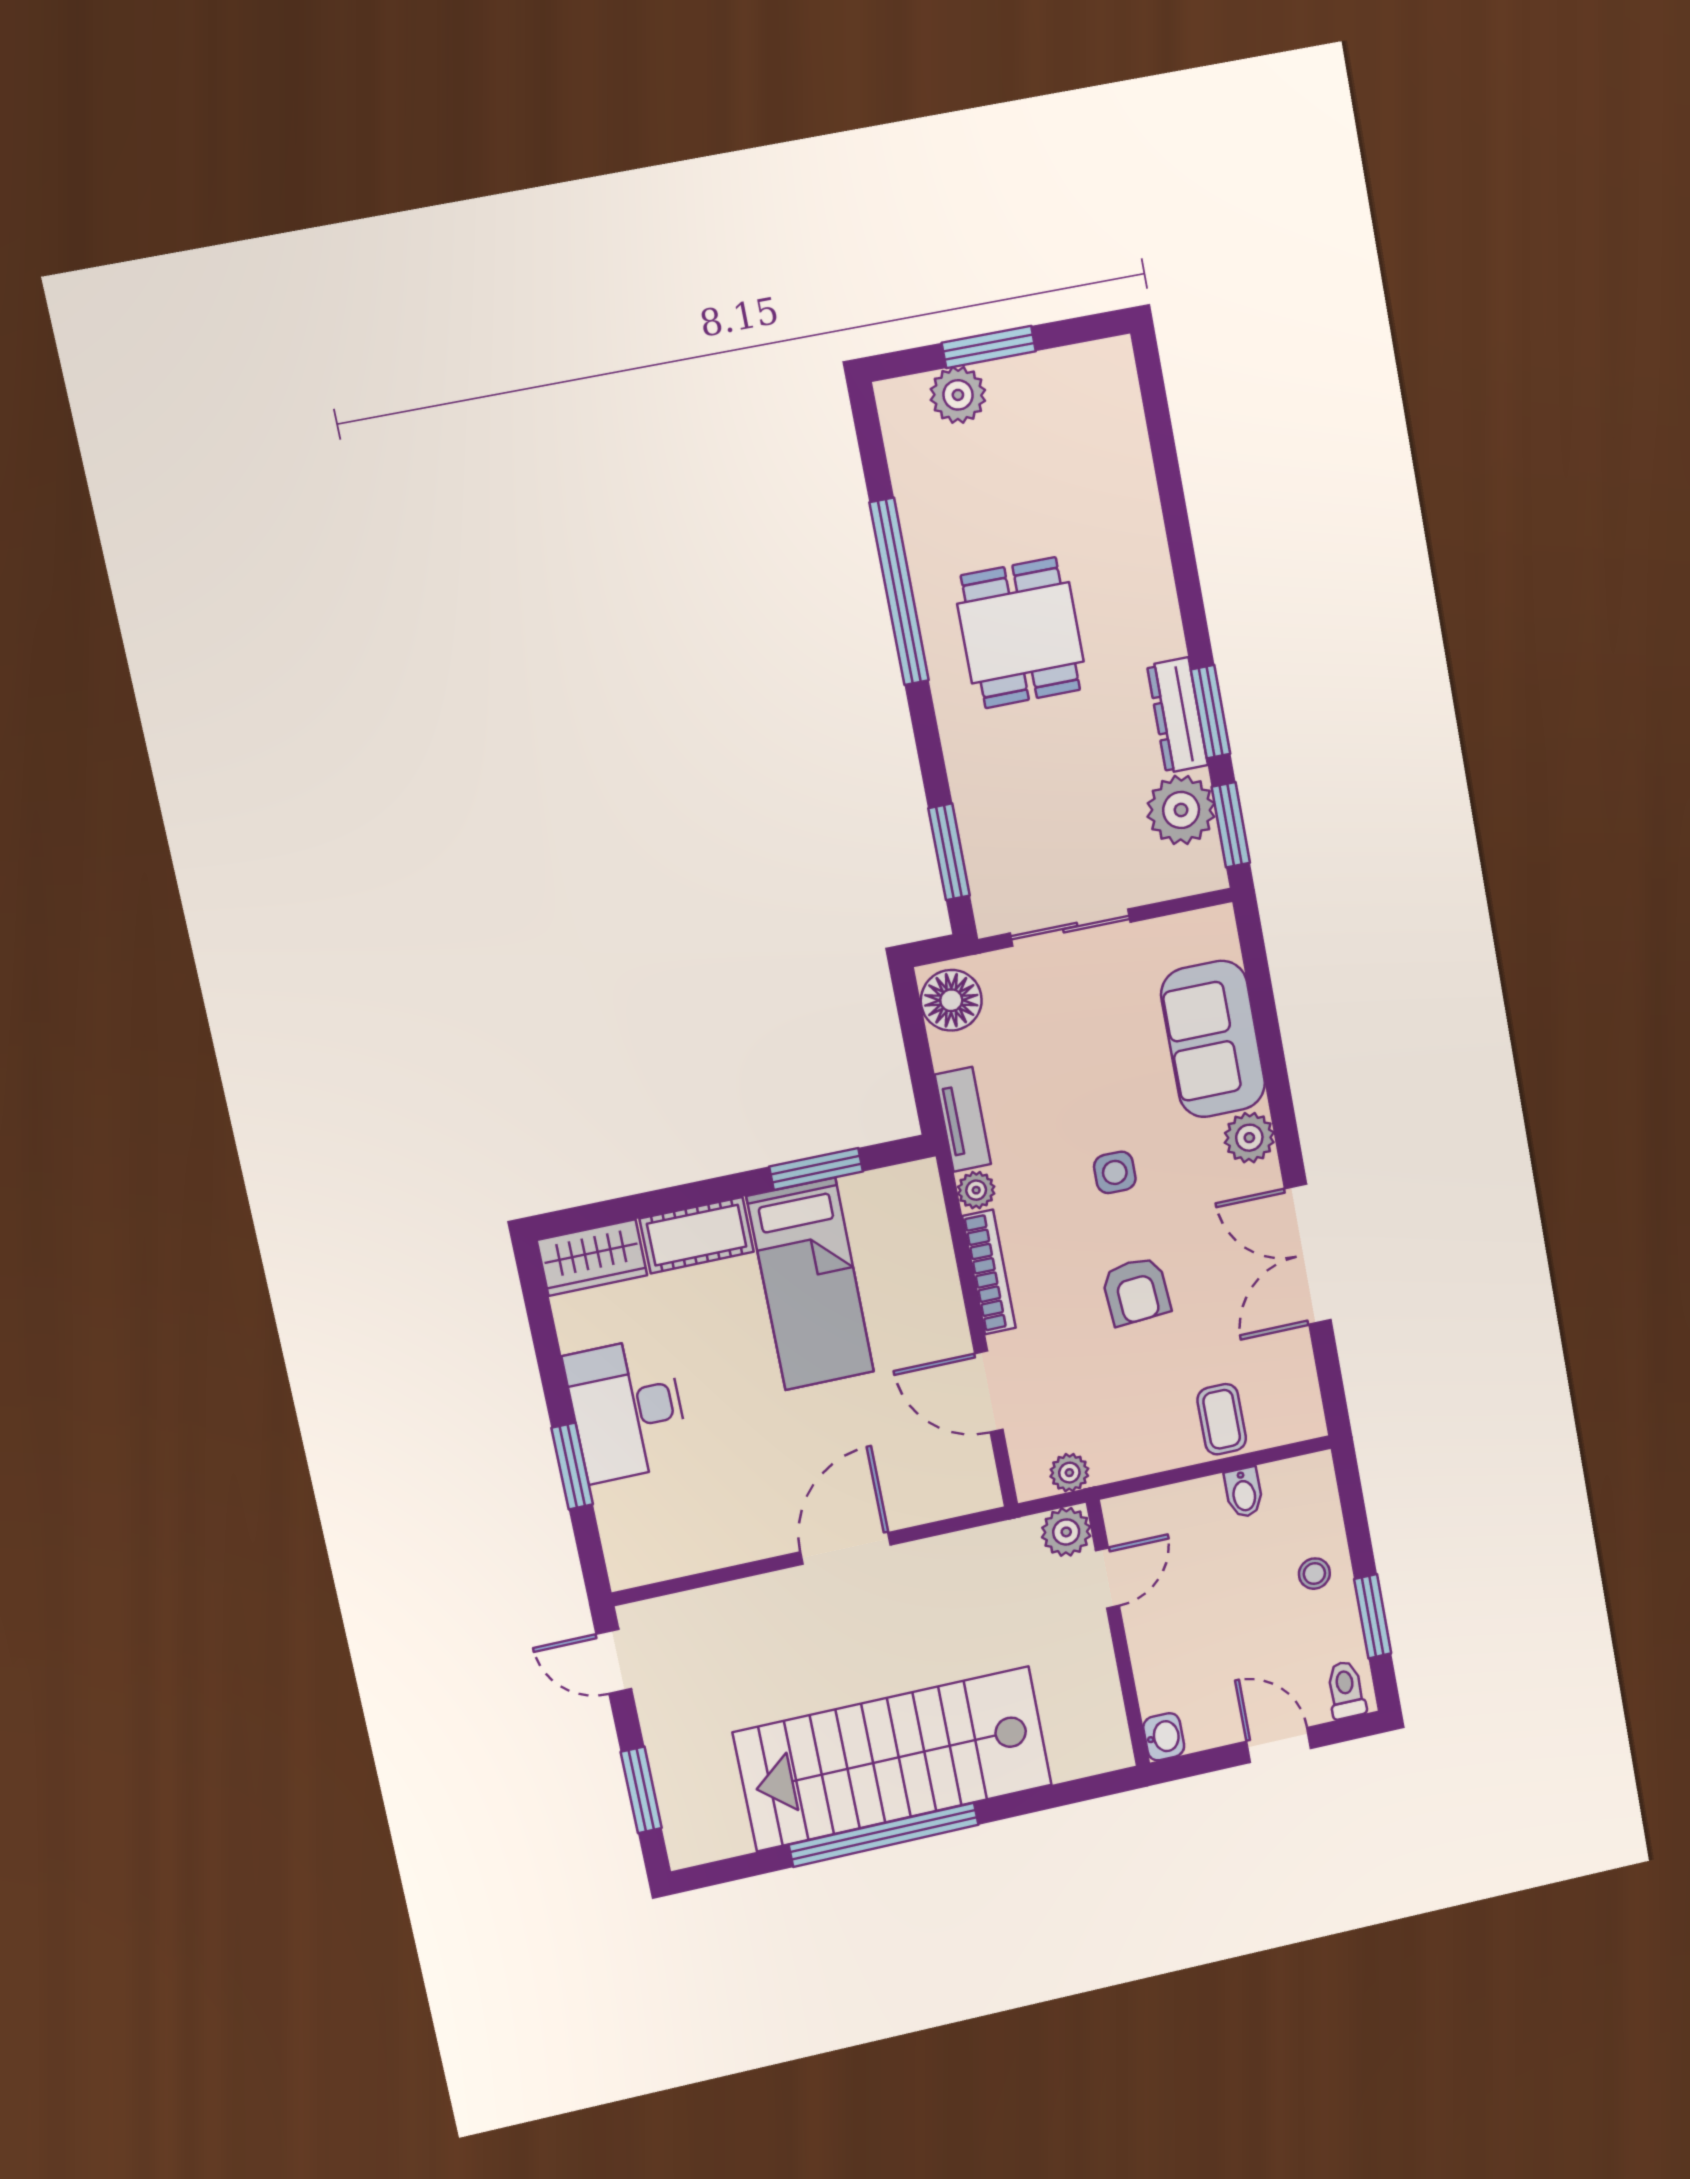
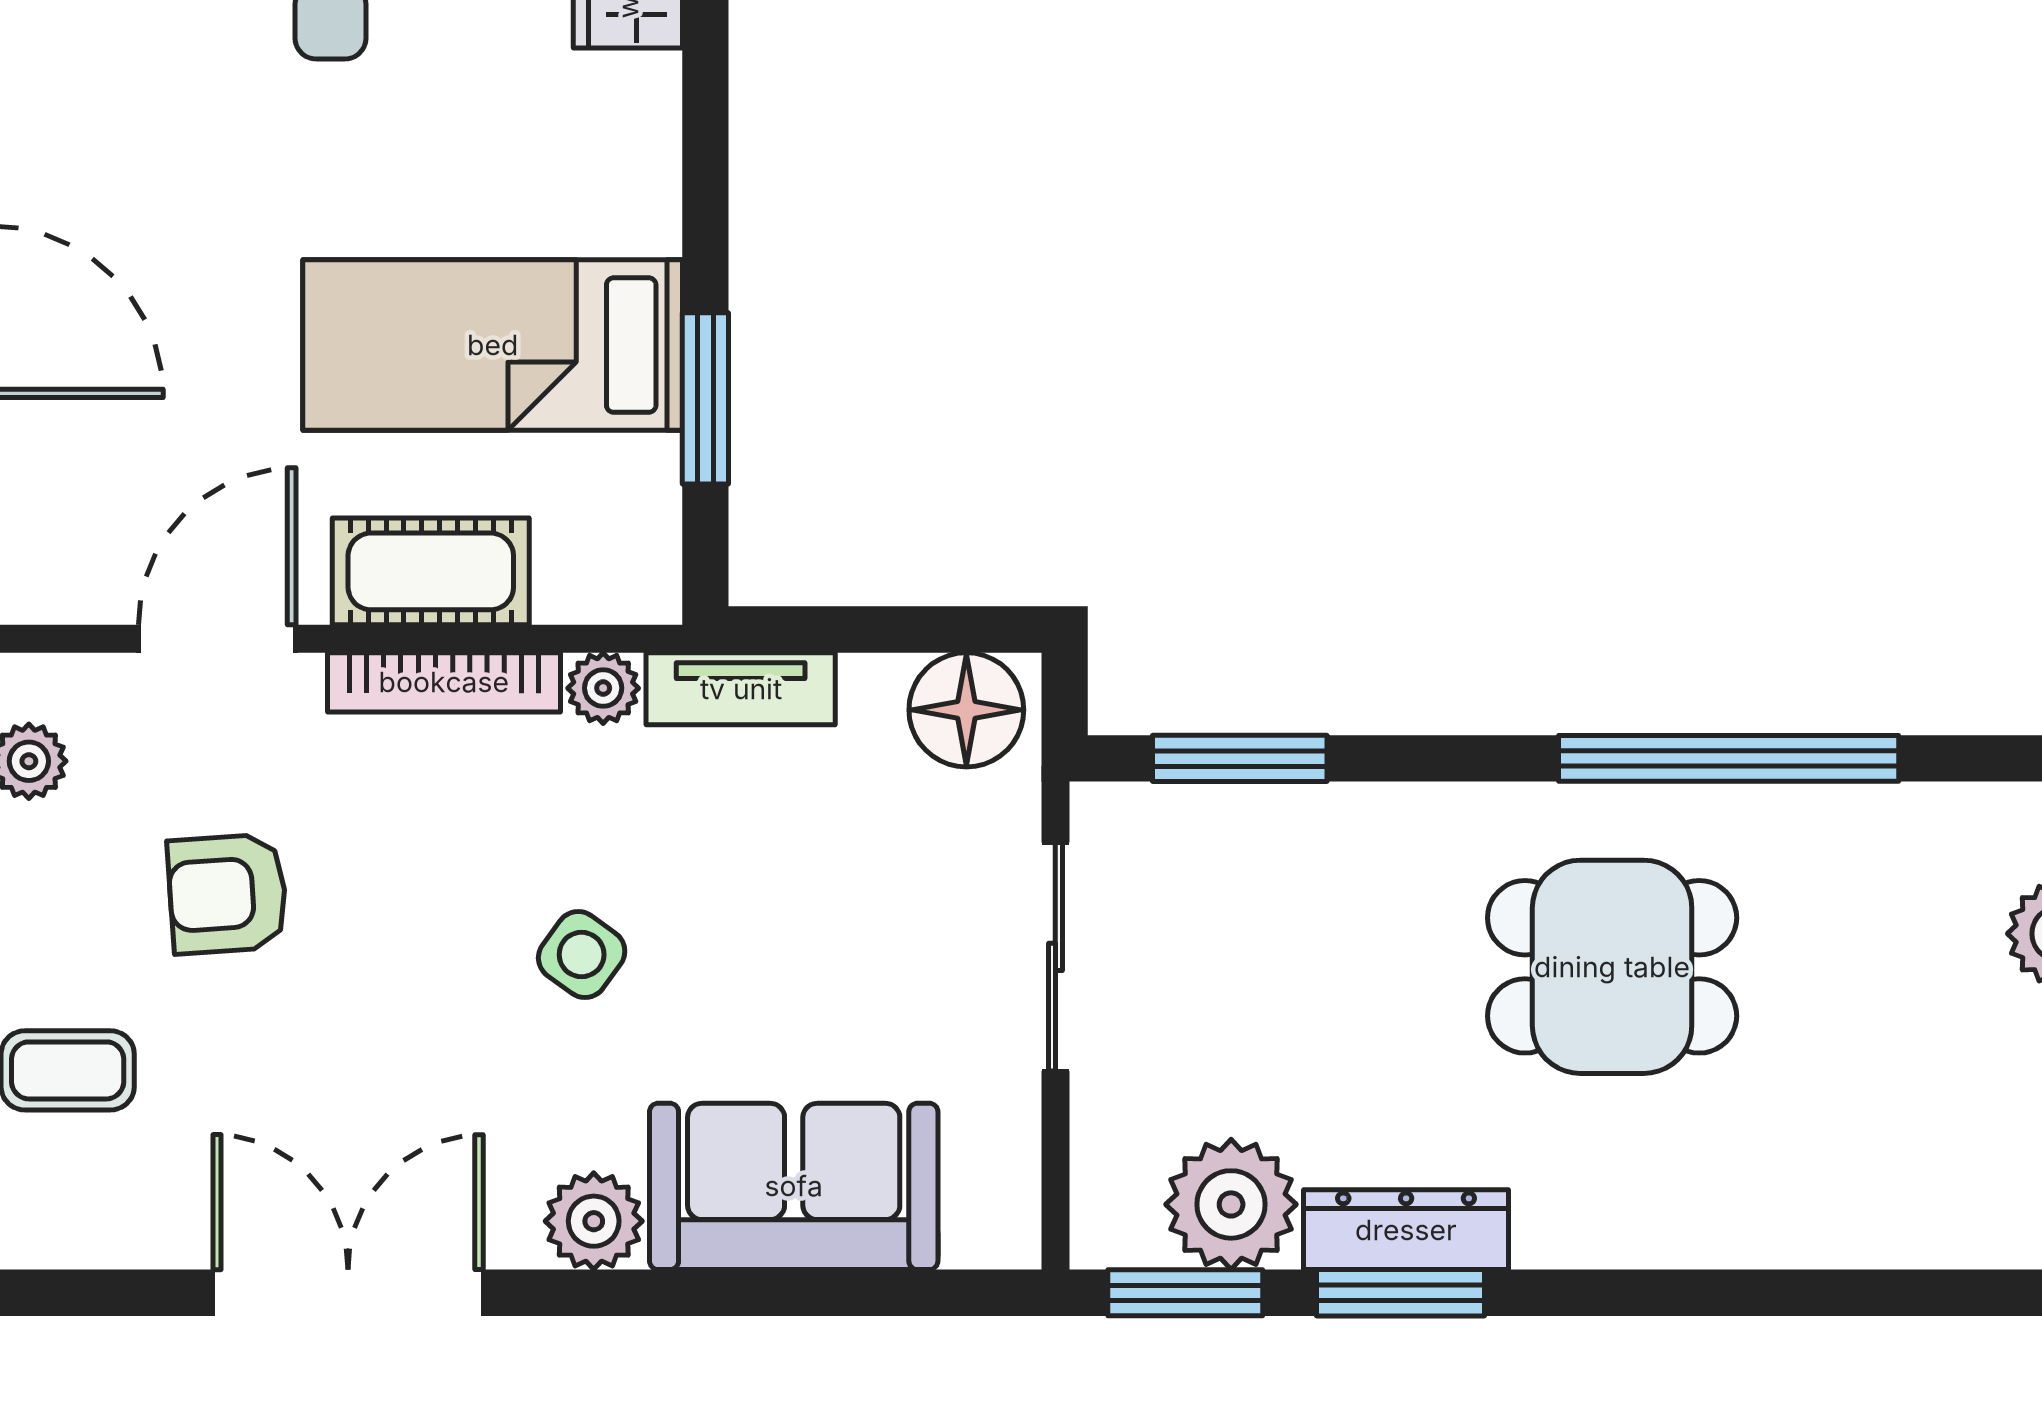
side table: (1115, 1172) -> (582, 955), turned 36
cot: (697, 1235) -> (431, 571), moved, turned 90
armchair: (1136, 1291) -> (227, 894), moved

